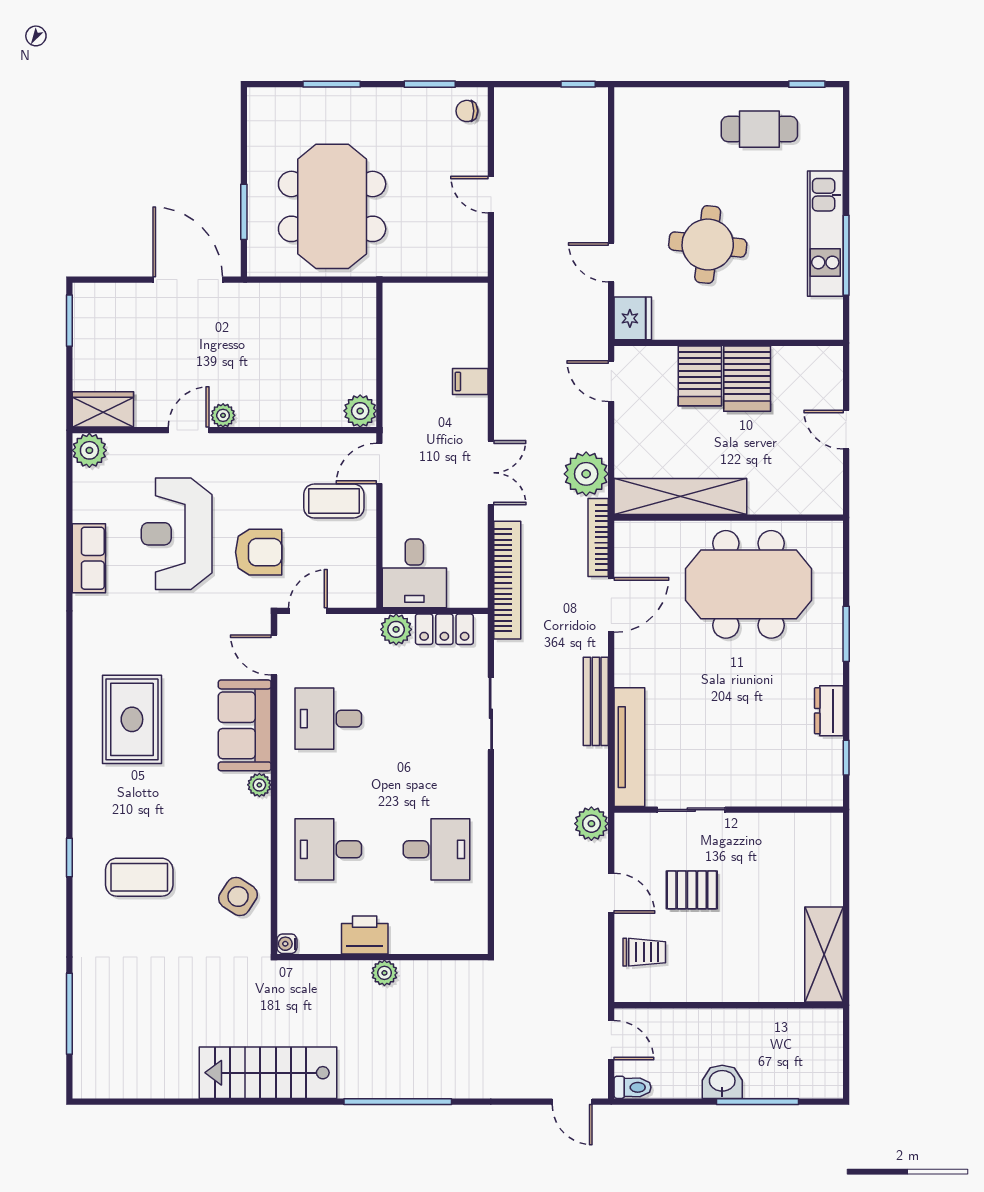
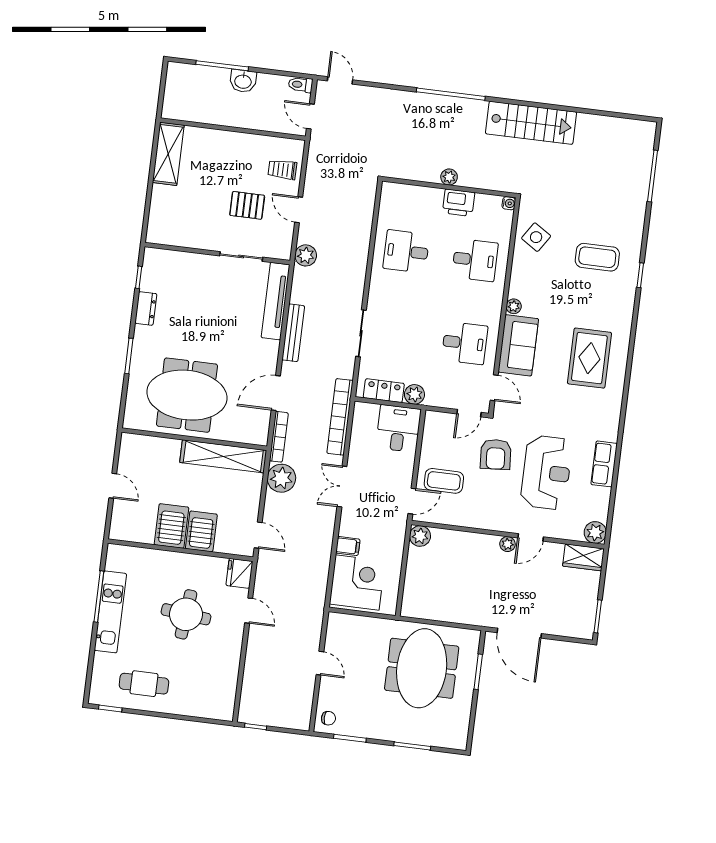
corner desk: (449, 327) -> (357, 582), added
armchair: (259, 552) -> (496, 454), turned -94

